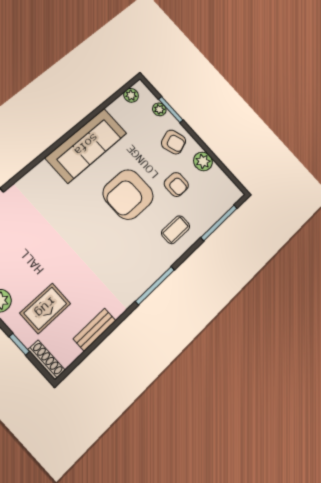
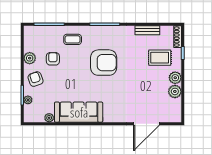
plant: (131, 95) -> (49, 118), moved
armchair: (128, 194) -> (104, 63), moved

